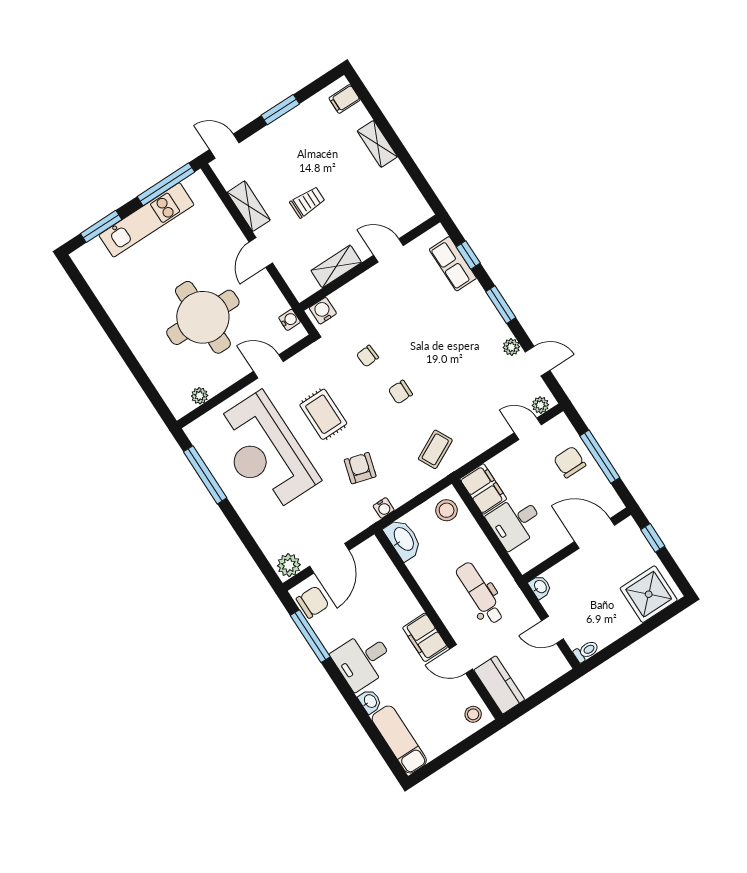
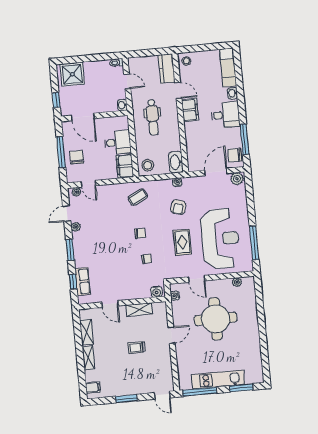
shelving: (249, 206) -> (87, 332), moved
door: (538, 361) -> (67, 214), hinge flipped
chair: (570, 462) -> (77, 157), turned 180

